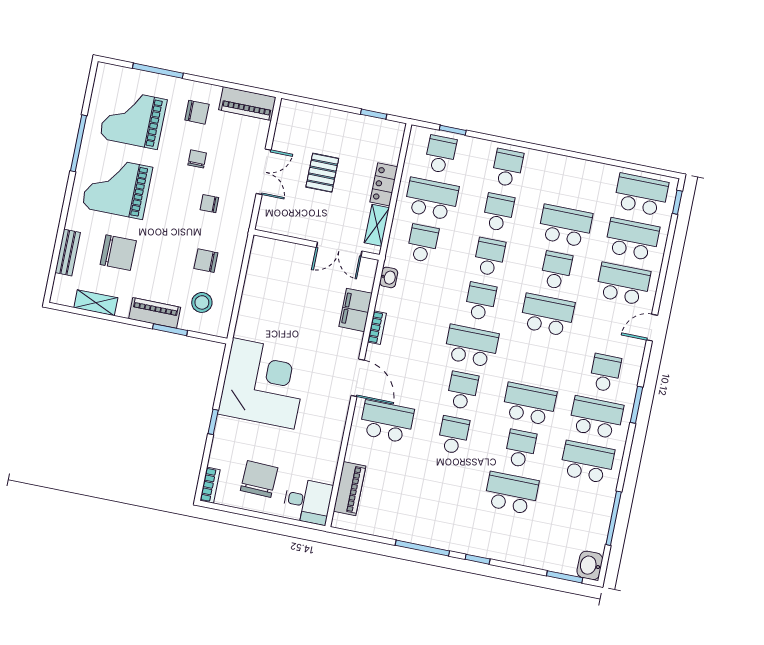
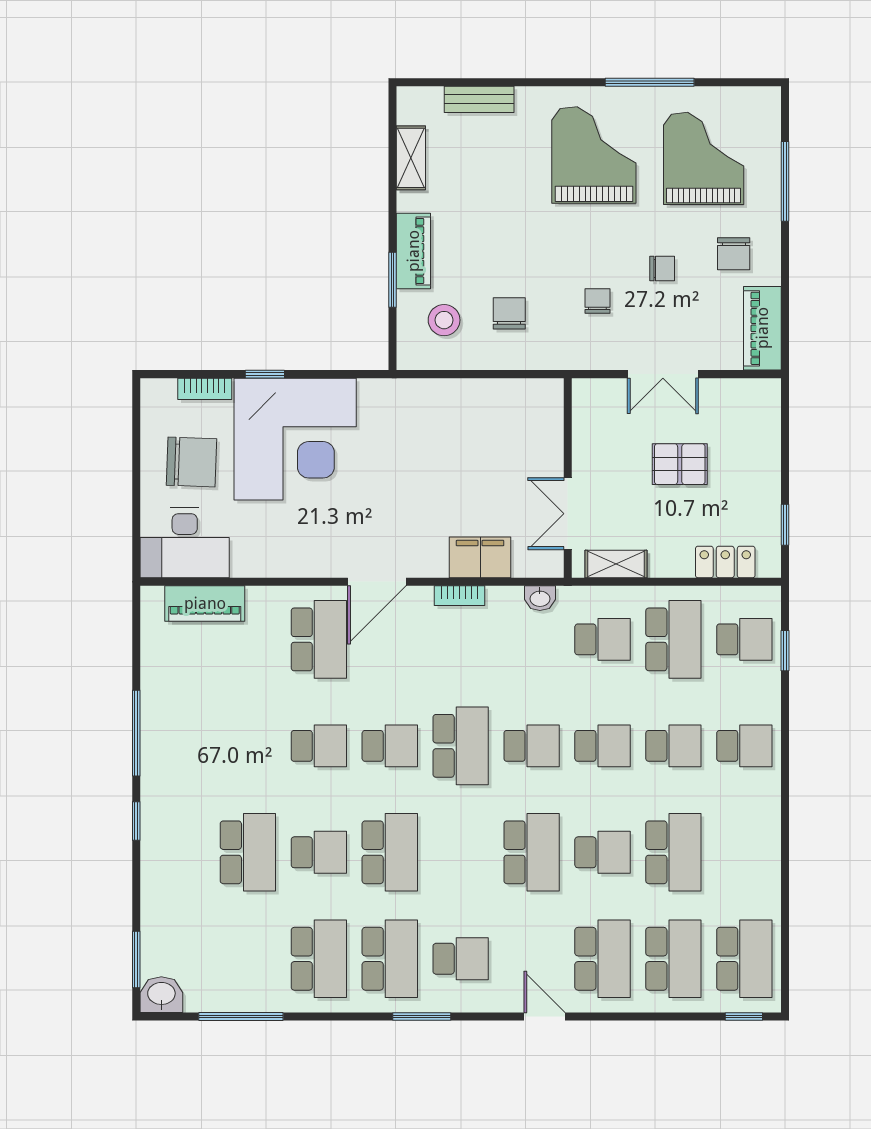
locker: (384, 184) -> (725, 562), moved
chair: (118, 253) -> (495, 177), removed
corner desk: (263, 383) -> (295, 439), moved
bookcase: (210, 485) -> (205, 389), moved
desk: (307, 501) -> (185, 543), width x1.37

